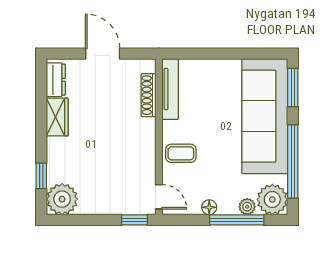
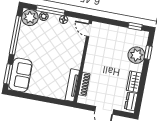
sofa: (265, 116) -> (20, 75), width x0.54, depth x0.79
coffee table: (181, 153) -> (73, 51), removed
plant: (62, 199) -> (136, 55), moved
window: (134, 220) -> (135, 26), moved

